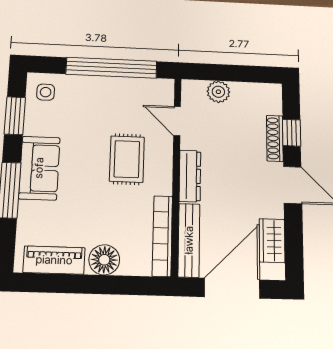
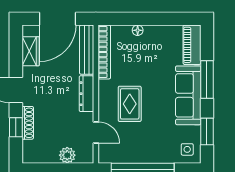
sofa: (39, 168) -> (188, 95), width x1.36
piano: (54, 260) -> (192, 45), moved, turned 90
floor lamp: (104, 260) -> (138, 30), width x0.53, depth x0.53

